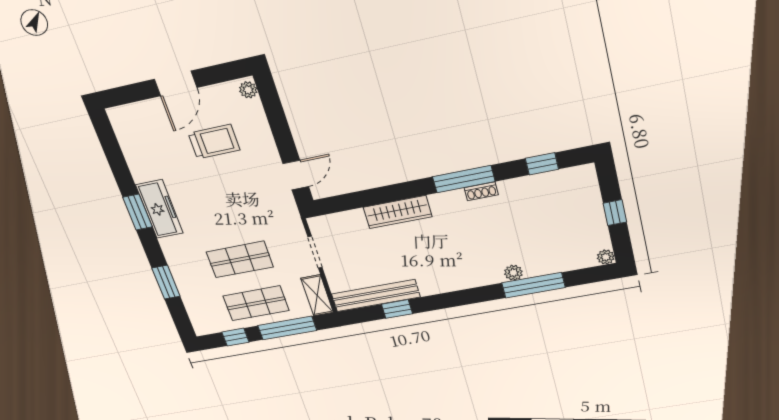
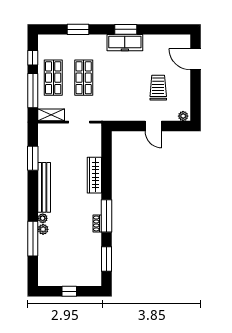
door: (176, 83) -> (196, 59), moved
trolley: (214, 142) -> (158, 88), turned 180
window: (542, 164) -> (107, 259), width x1.50
door: (296, 175) -> (153, 126), moved
plant: (606, 257) -> (43, 218), moved
bench: (376, 296) -> (44, 187), moved
window: (397, 309) -> (33, 158), width x1.50

